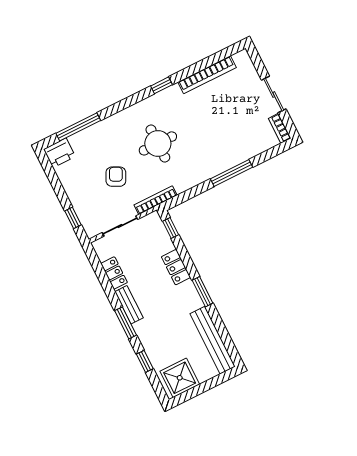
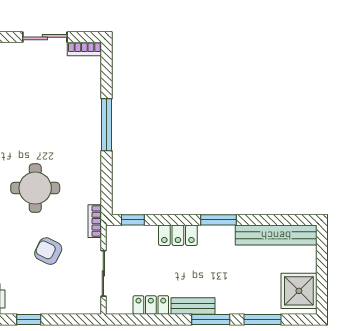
bookcase: (156, 200) -> (95, 221), width x0.64
window: (73, 218) -> (29, 319), moved
window: (145, 361) -> (262, 319), width x1.50

